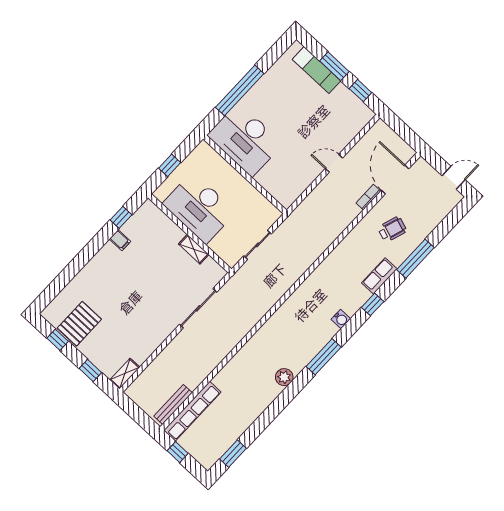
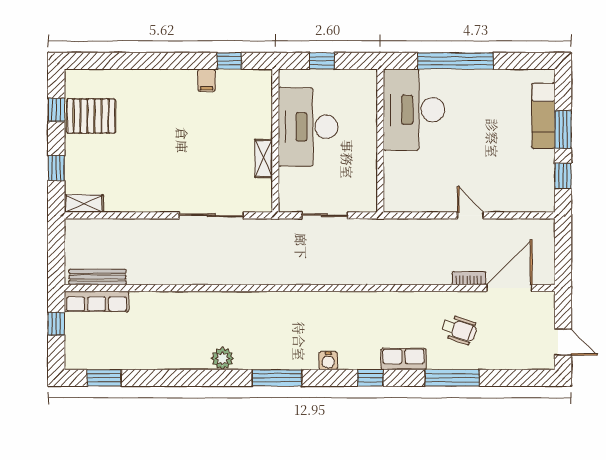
row of seats: (192, 411) -> (97, 301), width x0.73

